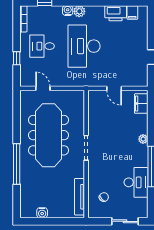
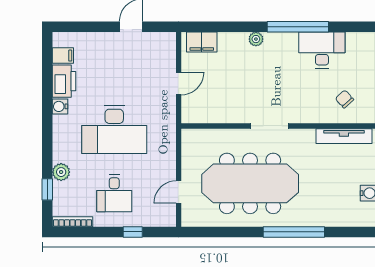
water cooler: (68, 11) -> (60, 106), moved
plant: (79, 11) -> (61, 172), moved

